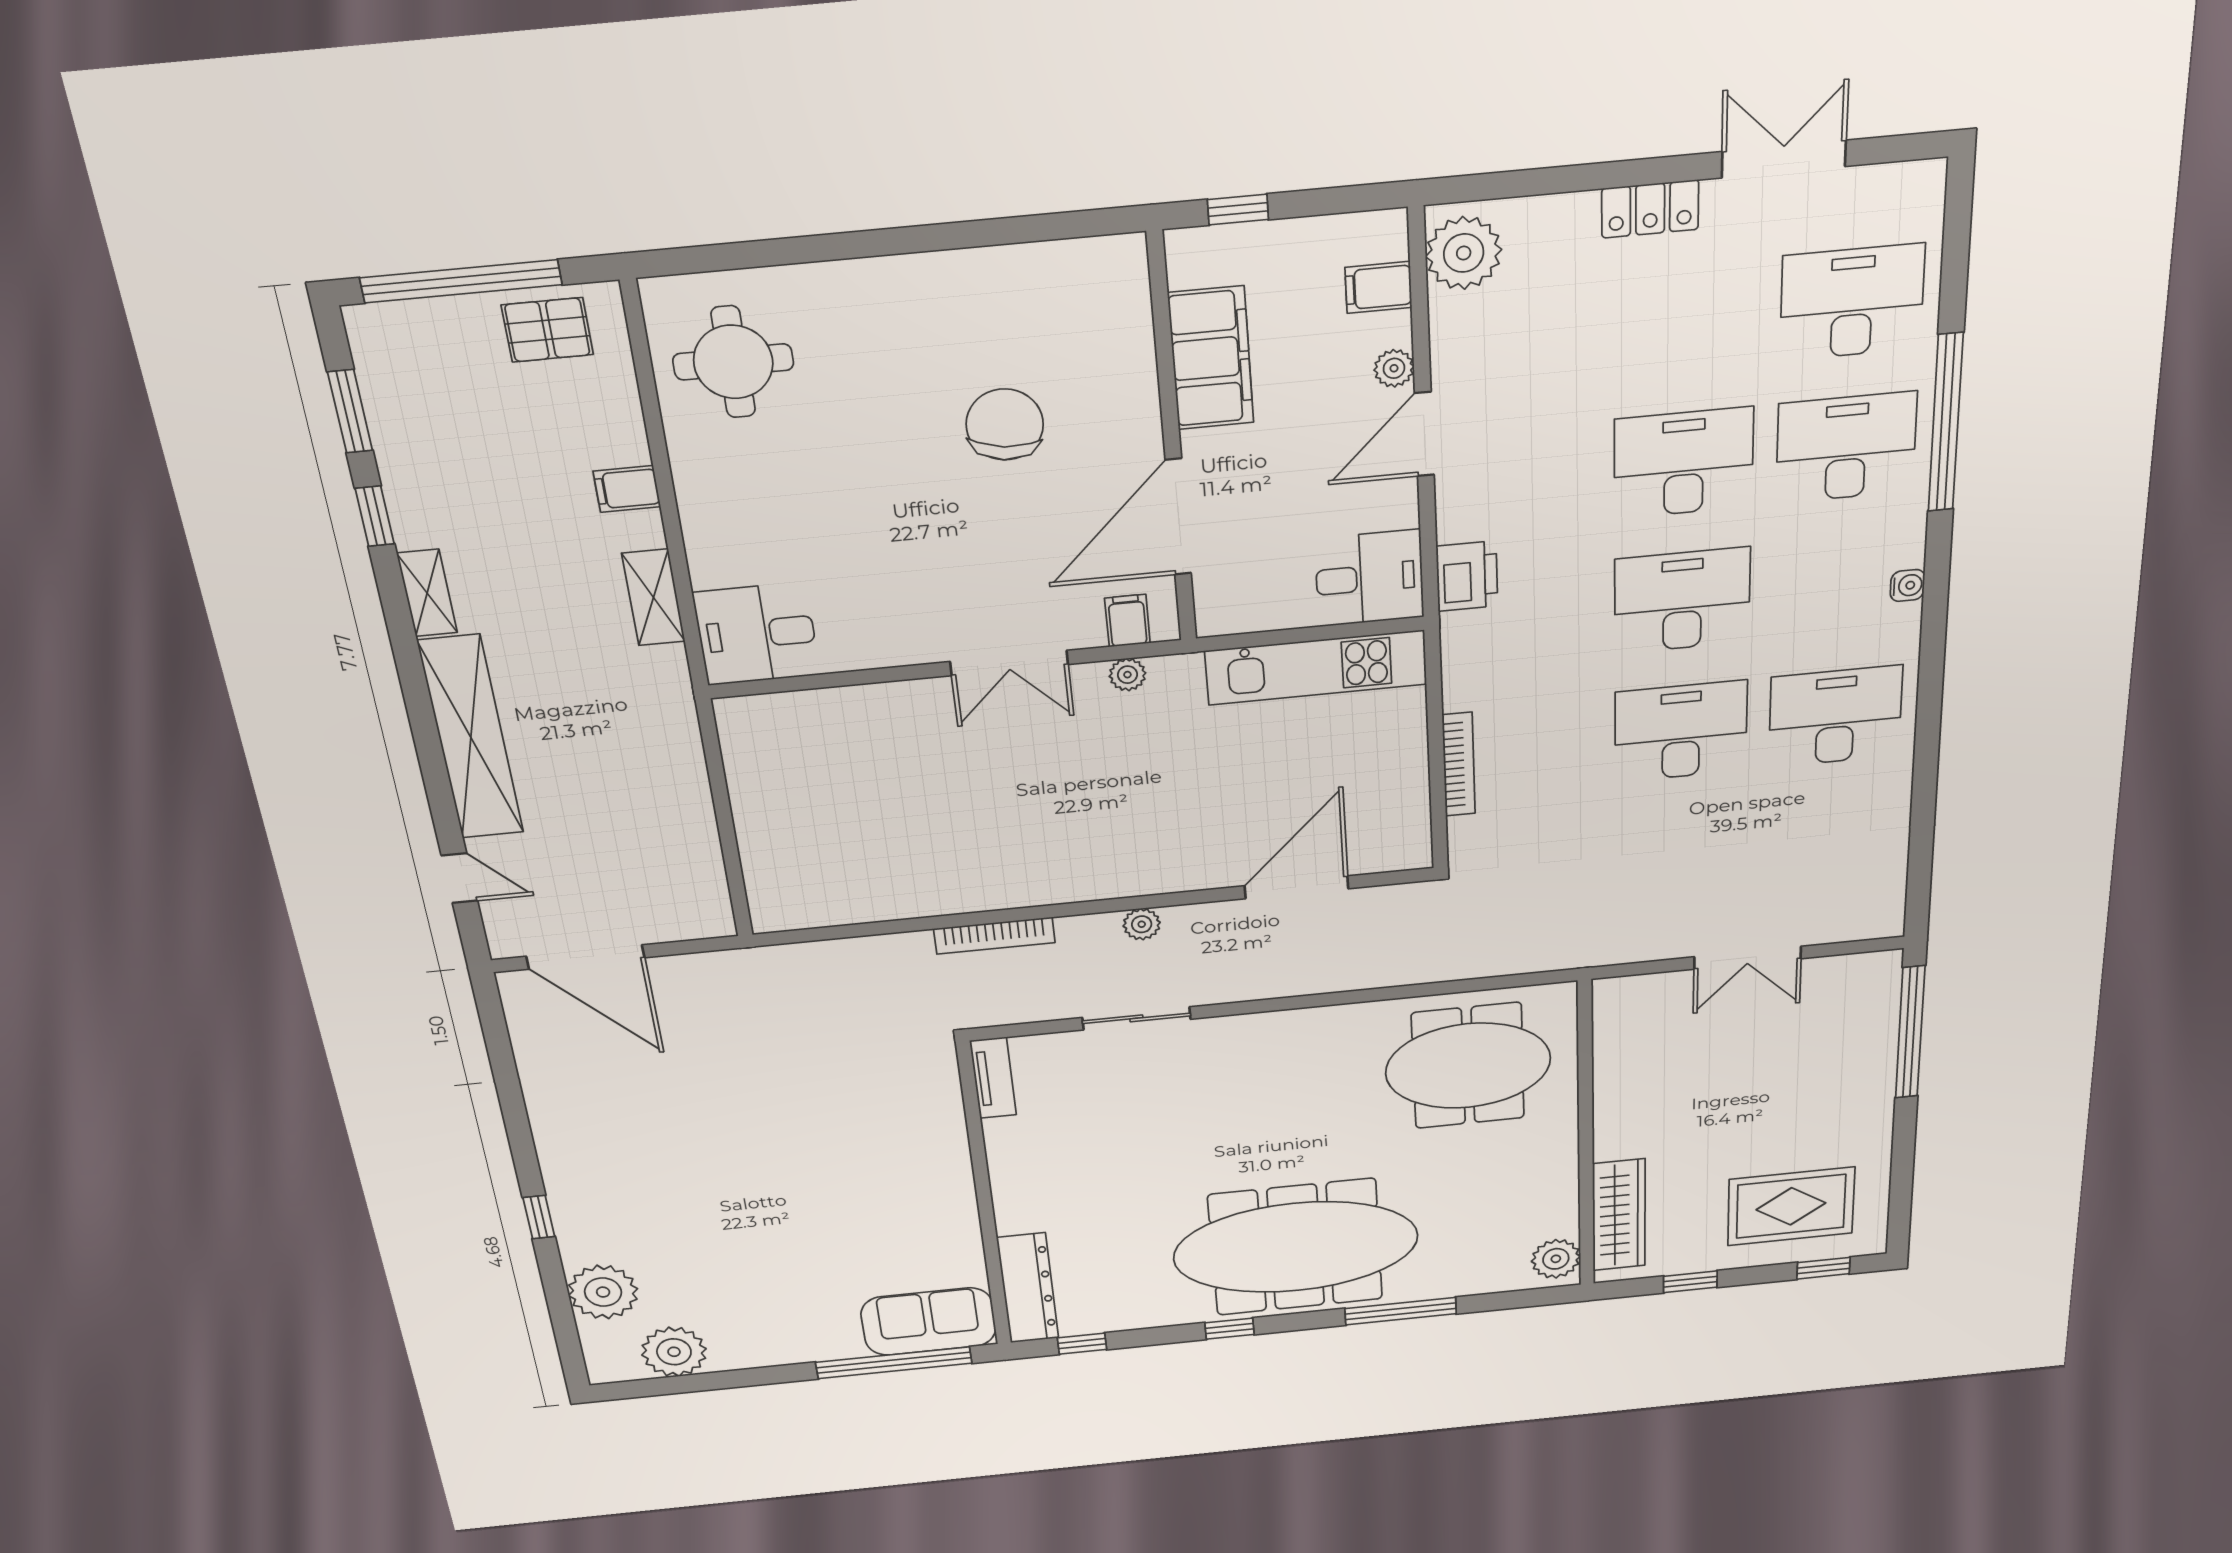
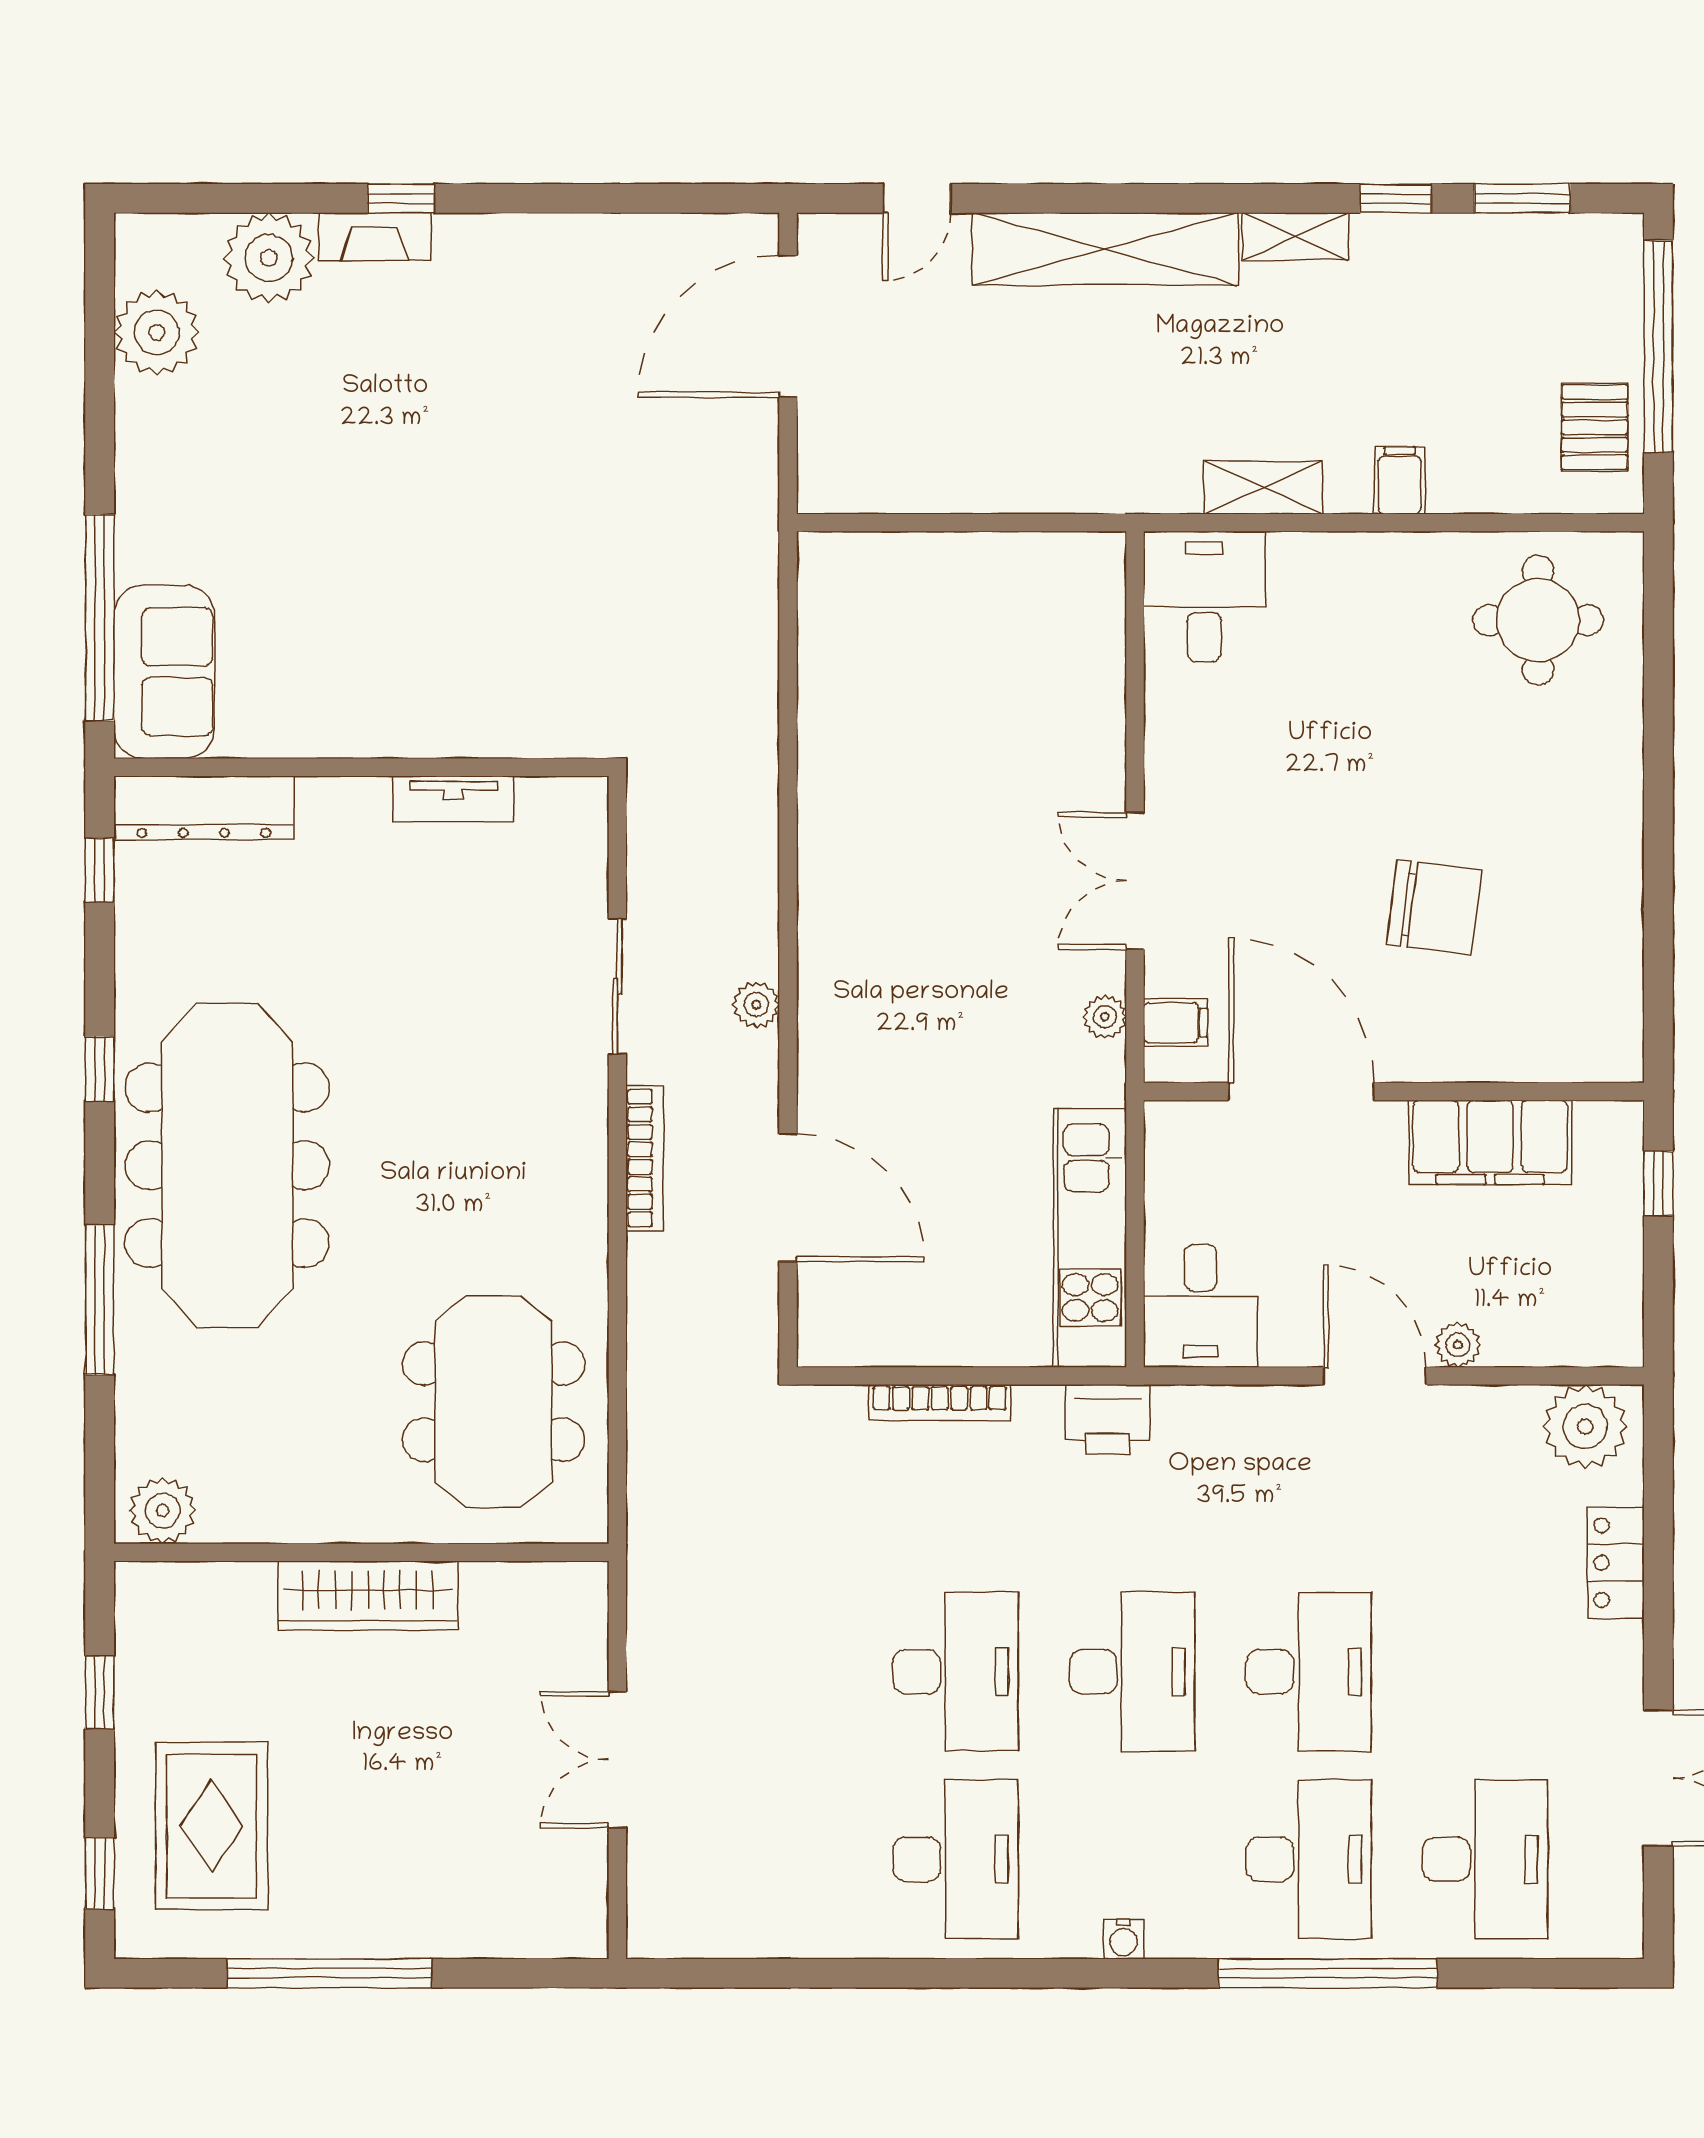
locker: (1650, 209) -> (1616, 1563), moved
filing cabinet: (1378, 287) -> (1555, 1332), removed
printer: (1467, 576) -> (1108, 1419), moved
bookcase: (994, 936) -> (645, 1158), moved, turned 180
window: (1910, 1032) -> (329, 1973), moved
tv unit: (993, 1078) -> (453, 799), moved
wardrobe: (1619, 1215) -> (368, 1596), moved
fireplace: (572, 1230) -> (375, 237), added

